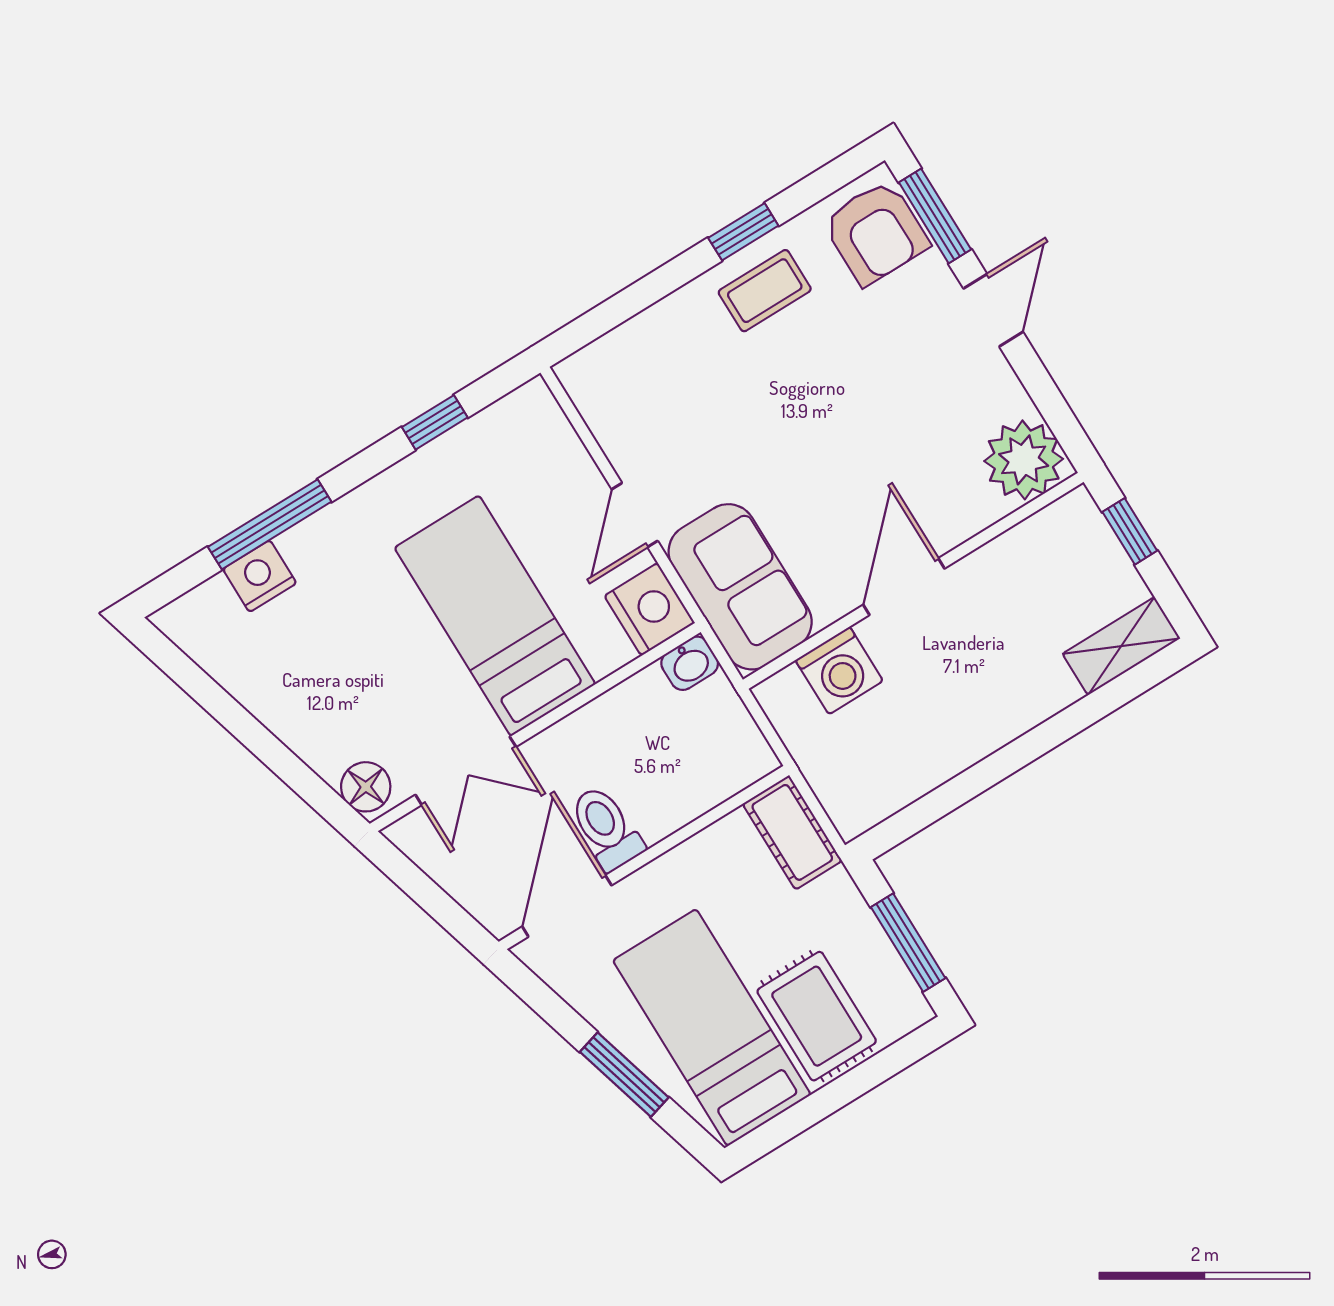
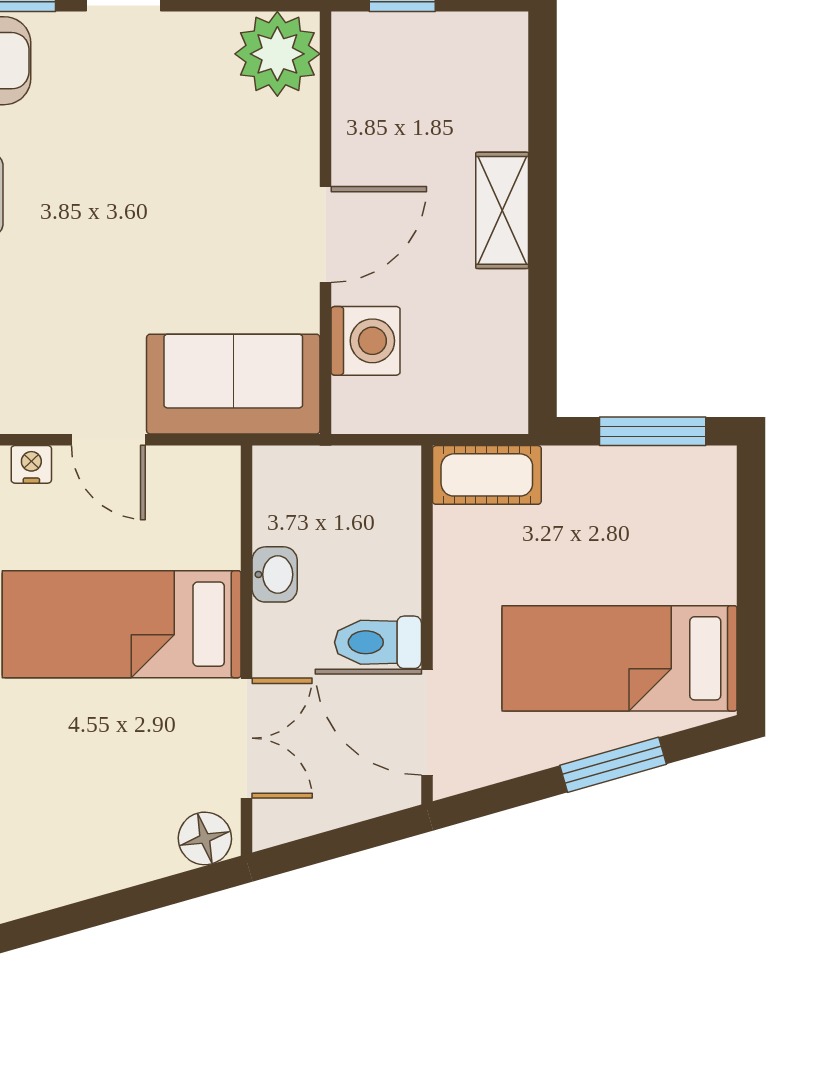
door: (904, 587) -> (325, 234), swing flipped
nightstand: (649, 609) -> (31, 464), moved, width x0.53, depth x0.56
shelving: (1121, 646) -> (502, 210), moved
washbasin: (690, 663) -> (275, 574), moved
rug: (817, 1016) -> (668, 556), removed

